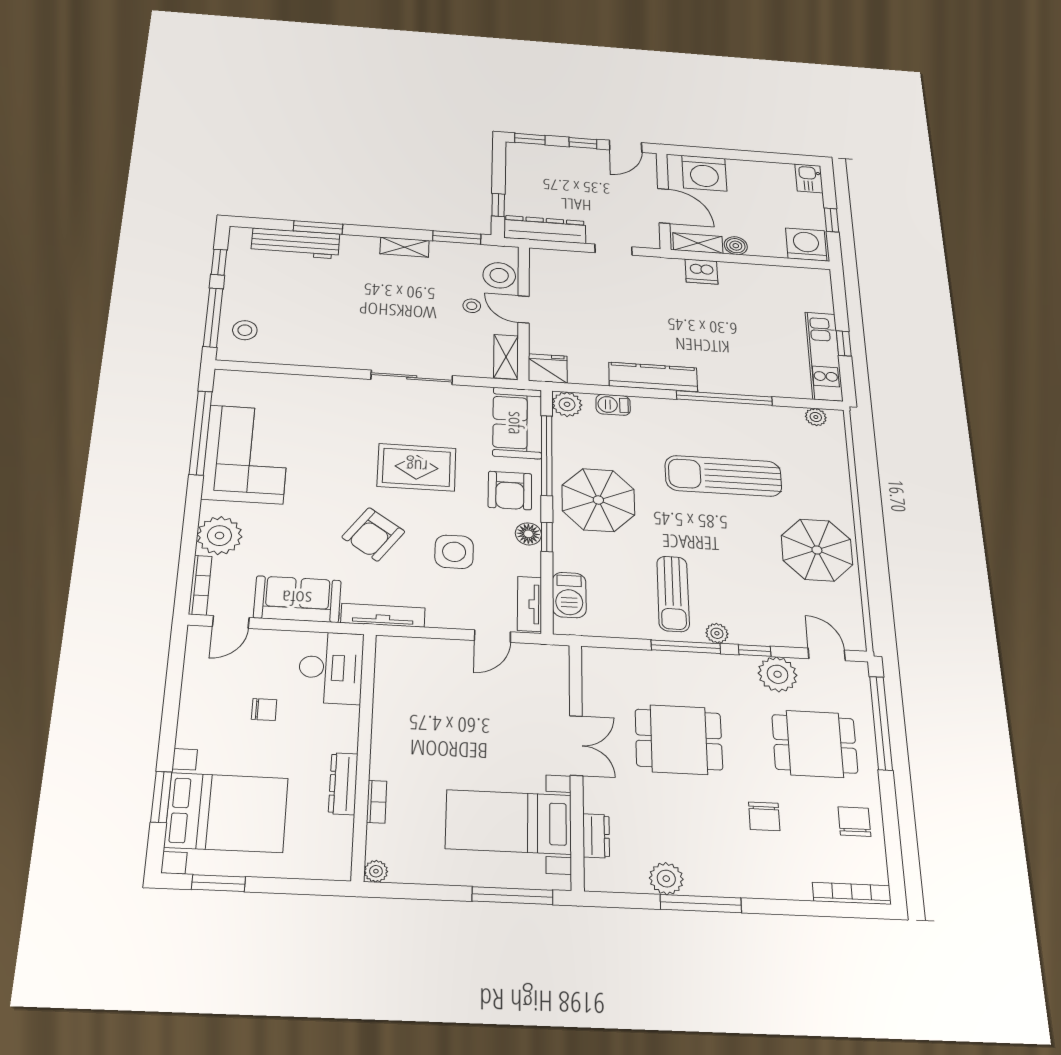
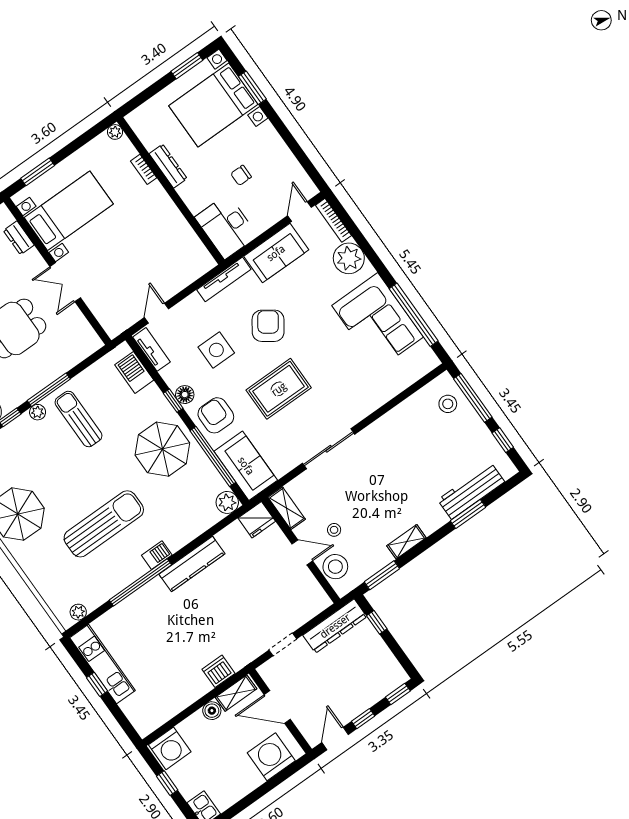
barbecue: (613, 405) -> (157, 555), moved
window: (513, 896) -> (38, 172), width x0.69

